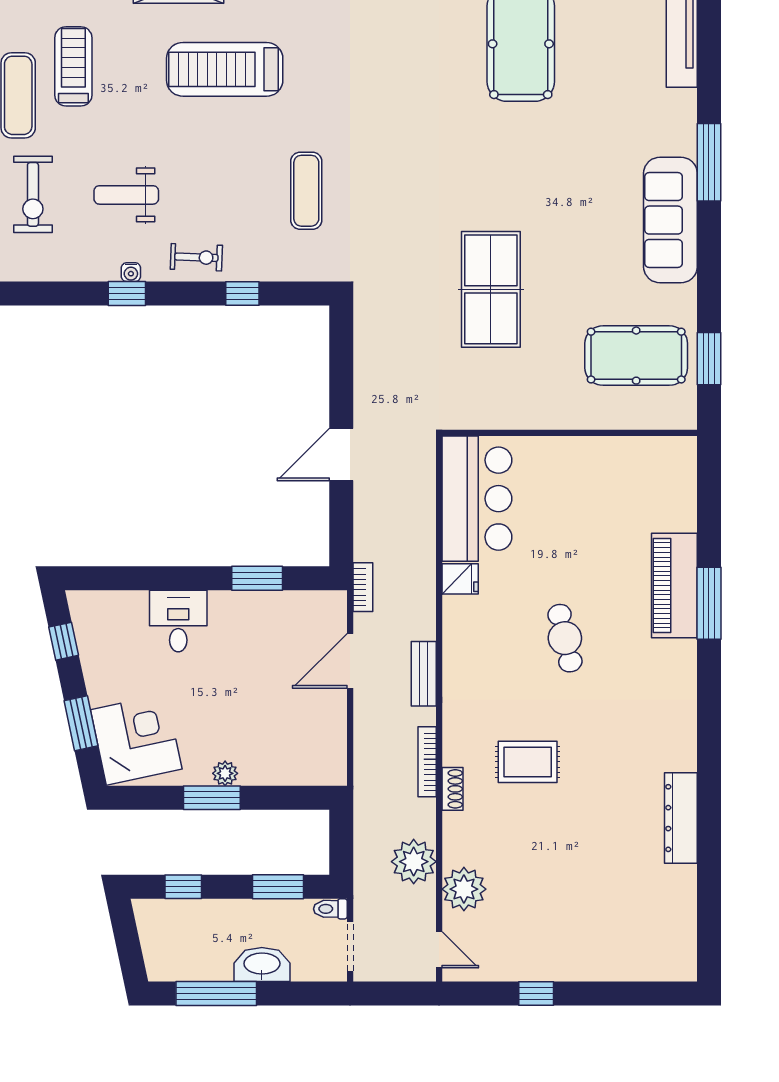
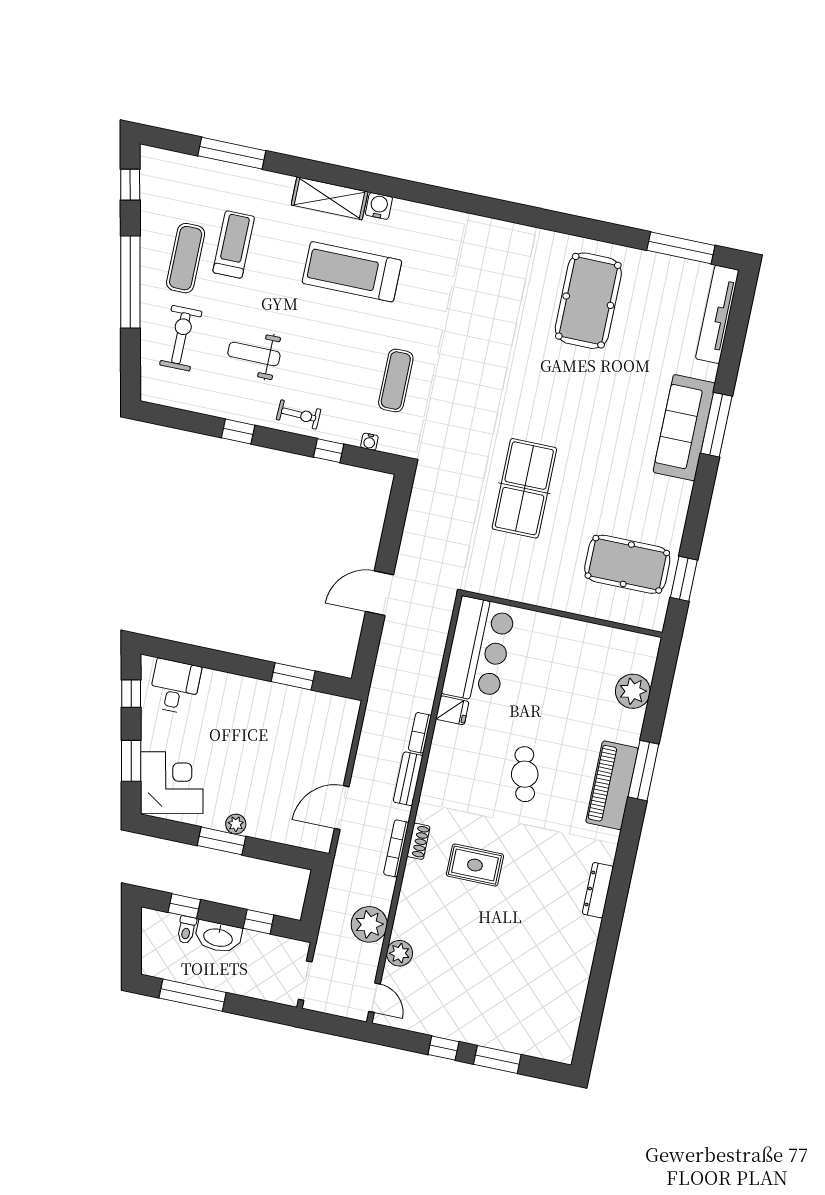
exercise bike: (33, 194) -> (181, 338), turned 180
sofa: (670, 220) -> (684, 428), moved
water cooler: (131, 272) -> (369, 442), moved
plant: (676, 509) -> (633, 691), added
piano: (674, 585) -> (612, 785), moved
bookcase: (363, 587) -> (420, 733), moved, turned 180
desk: (178, 621) -> (175, 686), moved
door: (350, 661) -> (342, 808), moved
shoe rack: (452, 789) -> (418, 841), moved
dresser: (681, 818) -> (598, 890), moved, width x0.73, depth x0.80
window: (278, 887) -> (259, 922), width x0.67
plant: (464, 889) -> (399, 953), width x0.73, depth x0.73
toilet: (330, 909) -> (186, 930), moved, turned -90
washbasin: (262, 965) -> (218, 937), moved, turned 180
window: (605, 993) -> (497, 1059), added

